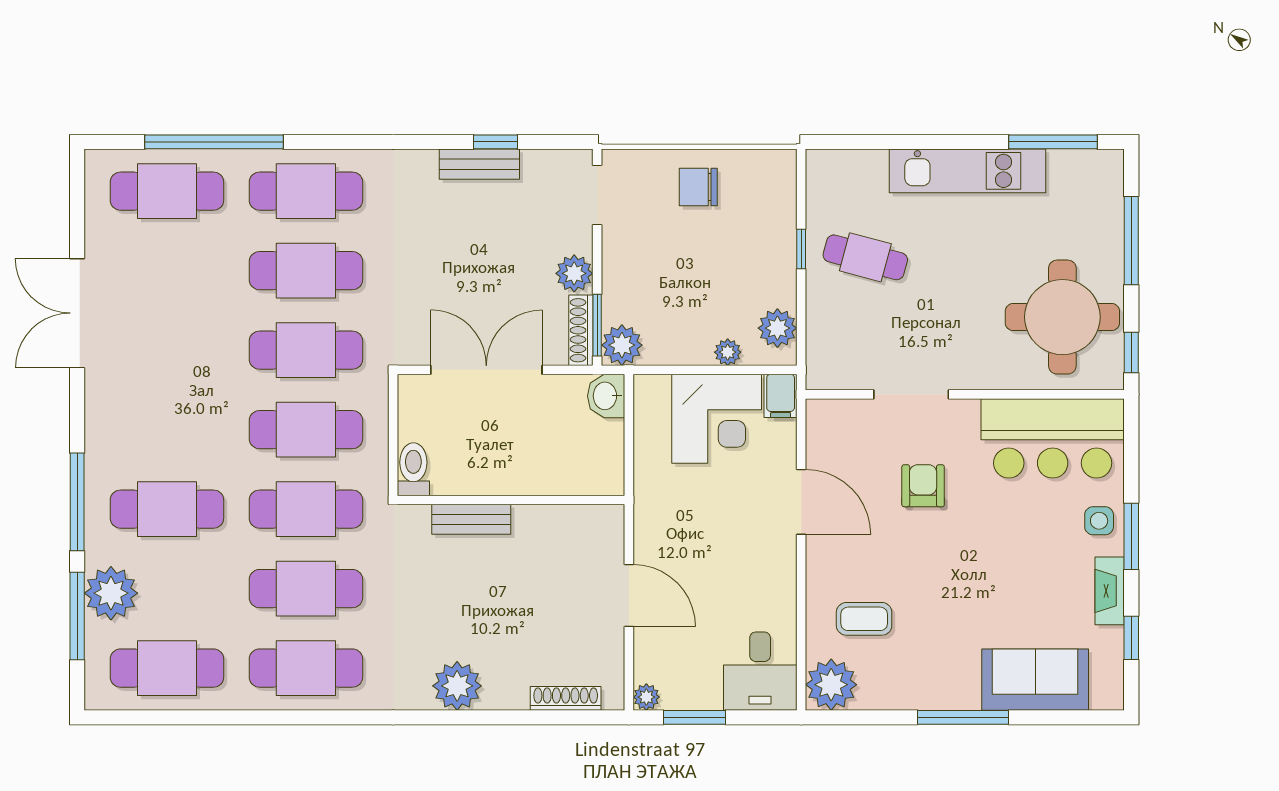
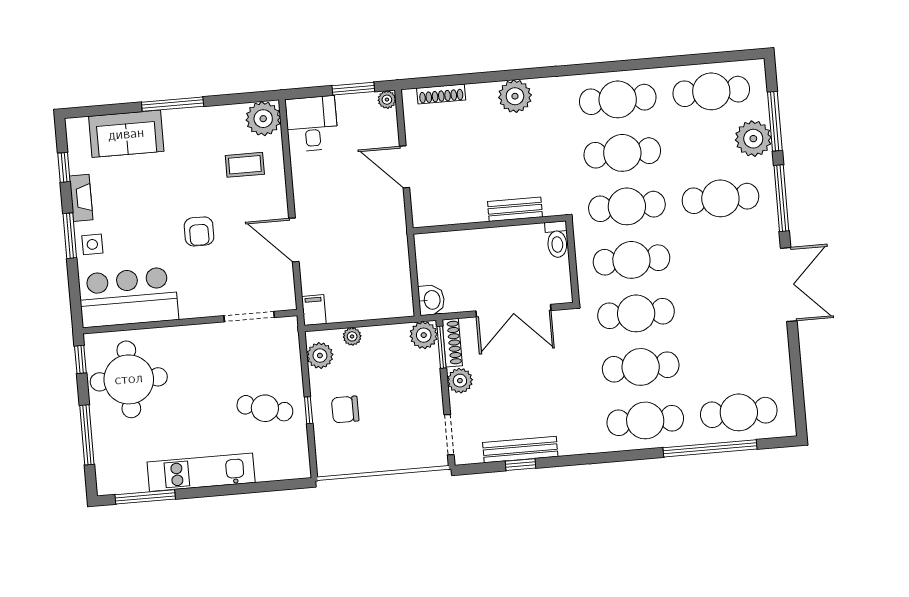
bench: (479, 164) -> (520, 450), width x1.36
chair: (698, 187) -> (345, 409), moved, turned 180
double door: (77, 313) -> (789, 284), moved
doorway: (911, 394) -> (249, 317), moved
corner desk: (717, 419) -> (356, 291), removed
armchair: (923, 486) -> (199, 231), moved

